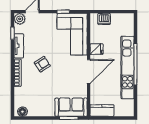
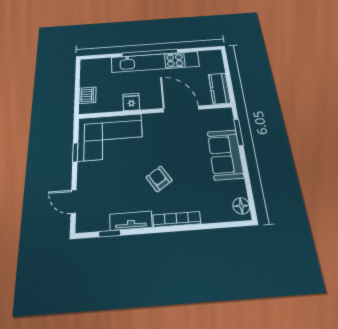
plant: (20, 19) -> (85, 222), removed
door: (89, 71) -> (181, 109), moved
sofa: (71, 107) -> (225, 154), moved

